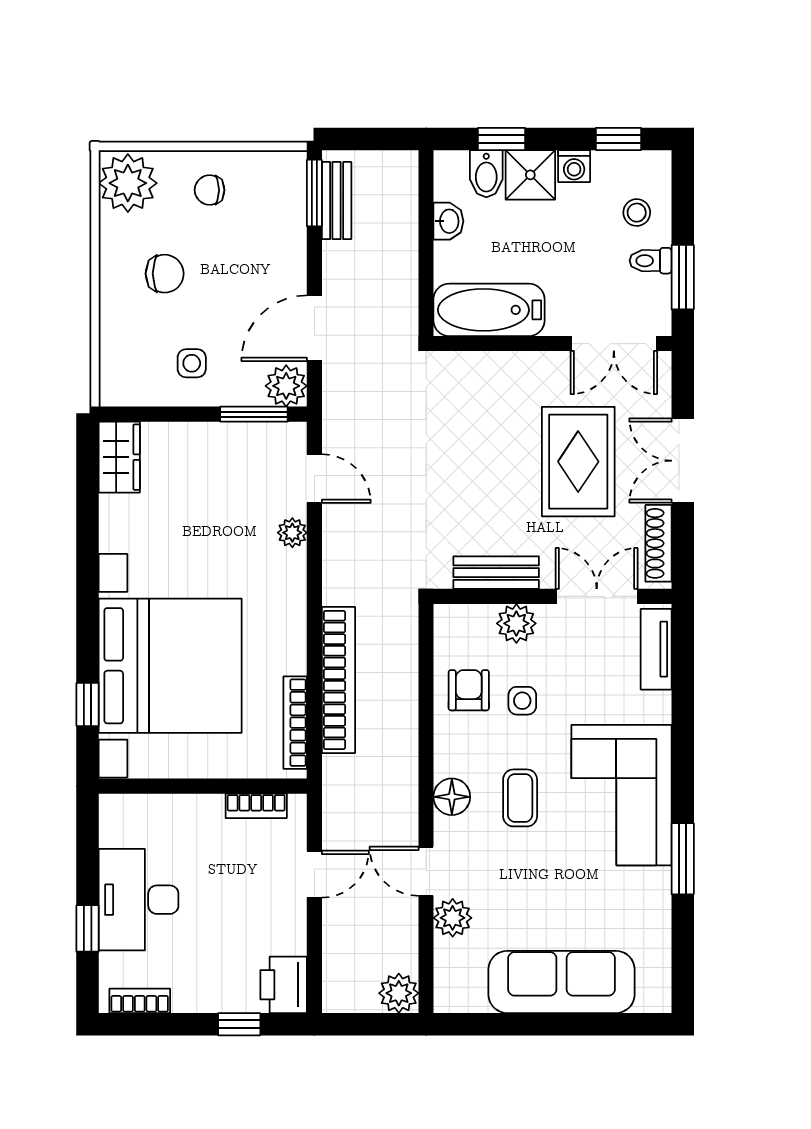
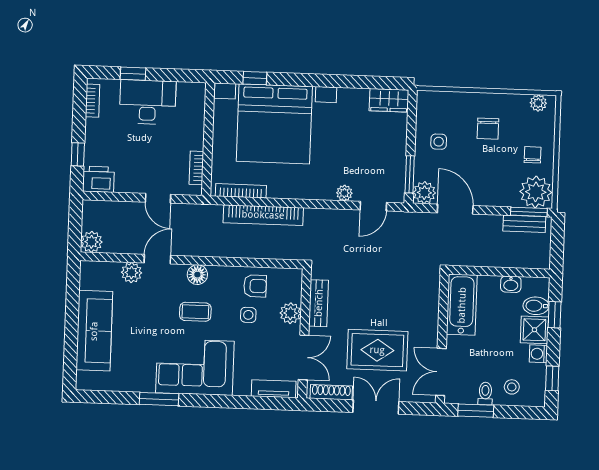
plant: (277, 182) -> (536, 192), added
plant: (128, 183) -> (538, 103), width x0.53, depth x0.53

